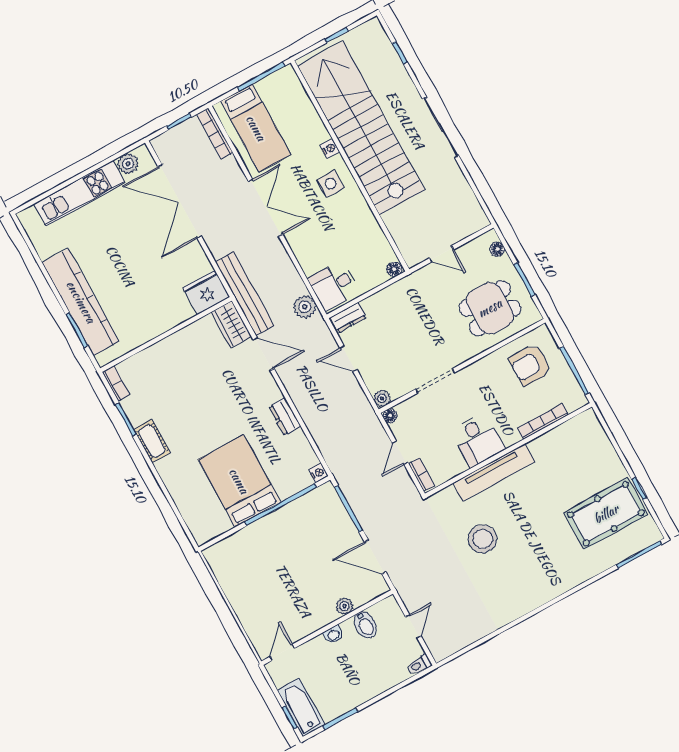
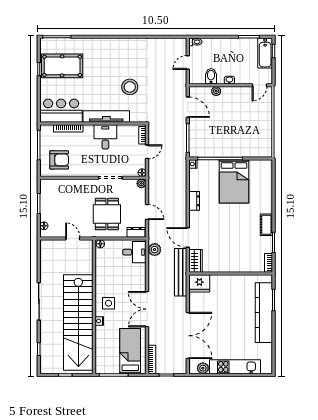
dining table: (490, 308) -> (107, 214), moved, turned 90
bar counter: (569, 443) -> (61, 111), added

